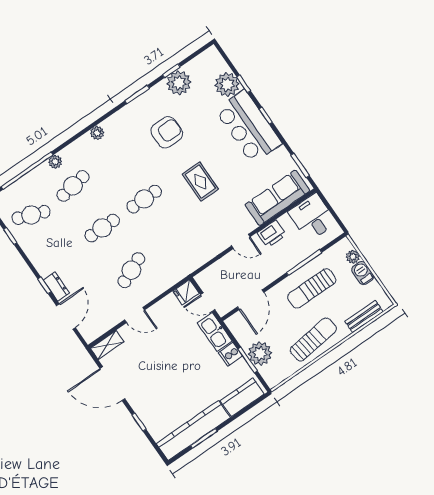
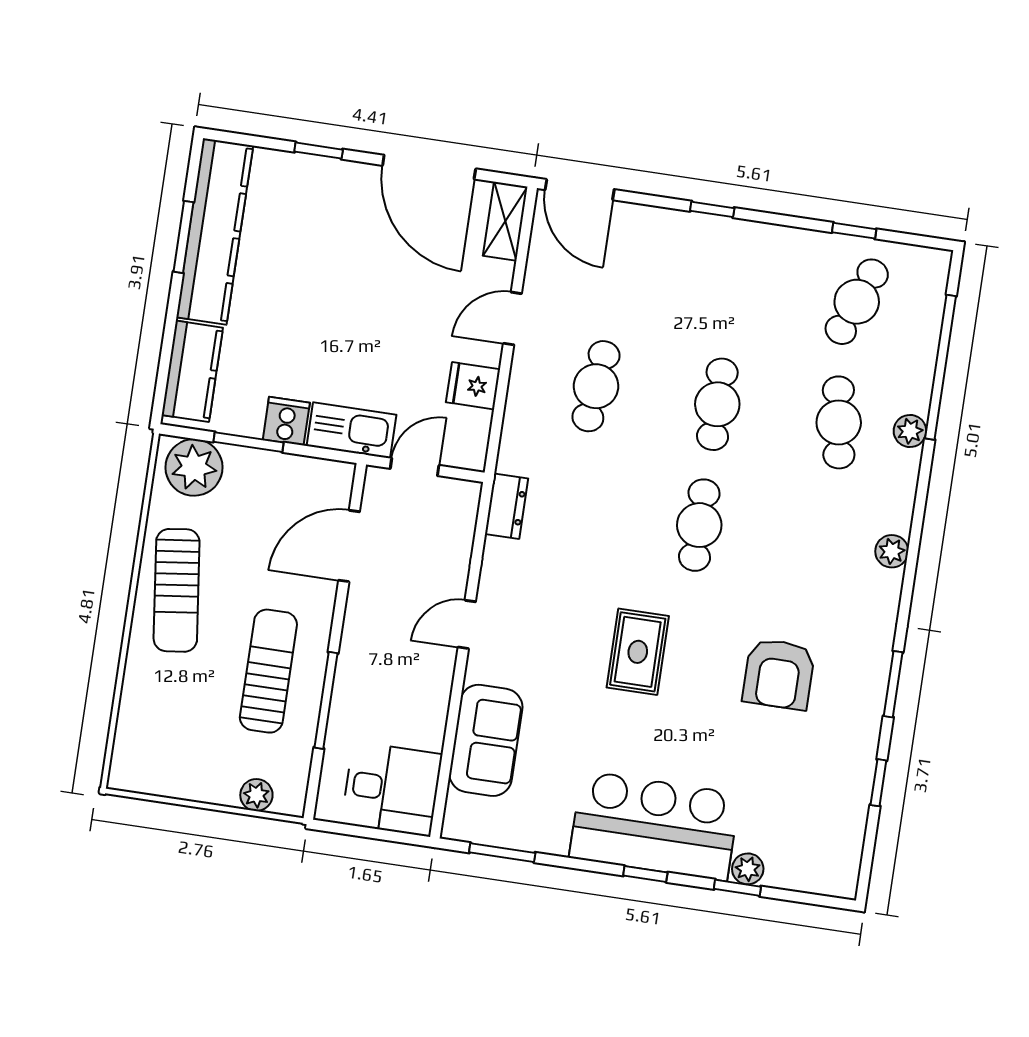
plant: (179, 83) -> (845, 776), removed
plant: (227, 85) -> (748, 869), width x0.53, depth x0.53
rug: (200, 182) -> (638, 652), turned 90
sofa: (277, 198) -> (486, 740), width x0.73
printer: (272, 234) -> (429, 691), removed
cafe table: (131, 270) -> (596, 386), turned 30
barbecue: (363, 273) -> (212, 785), removed
dresser: (56, 286) -> (507, 506), moved, turned -90
fridge: (186, 292) -> (473, 386), moved, turned -90
door: (251, 300) -> (349, 546), hinge flipped
door: (66, 316) -> (580, 190), moved
bench: (364, 316) -> (134, 716), removed
plant: (260, 354) -> (194, 467), moved
door: (112, 384) -> (429, 167), swing flipped

